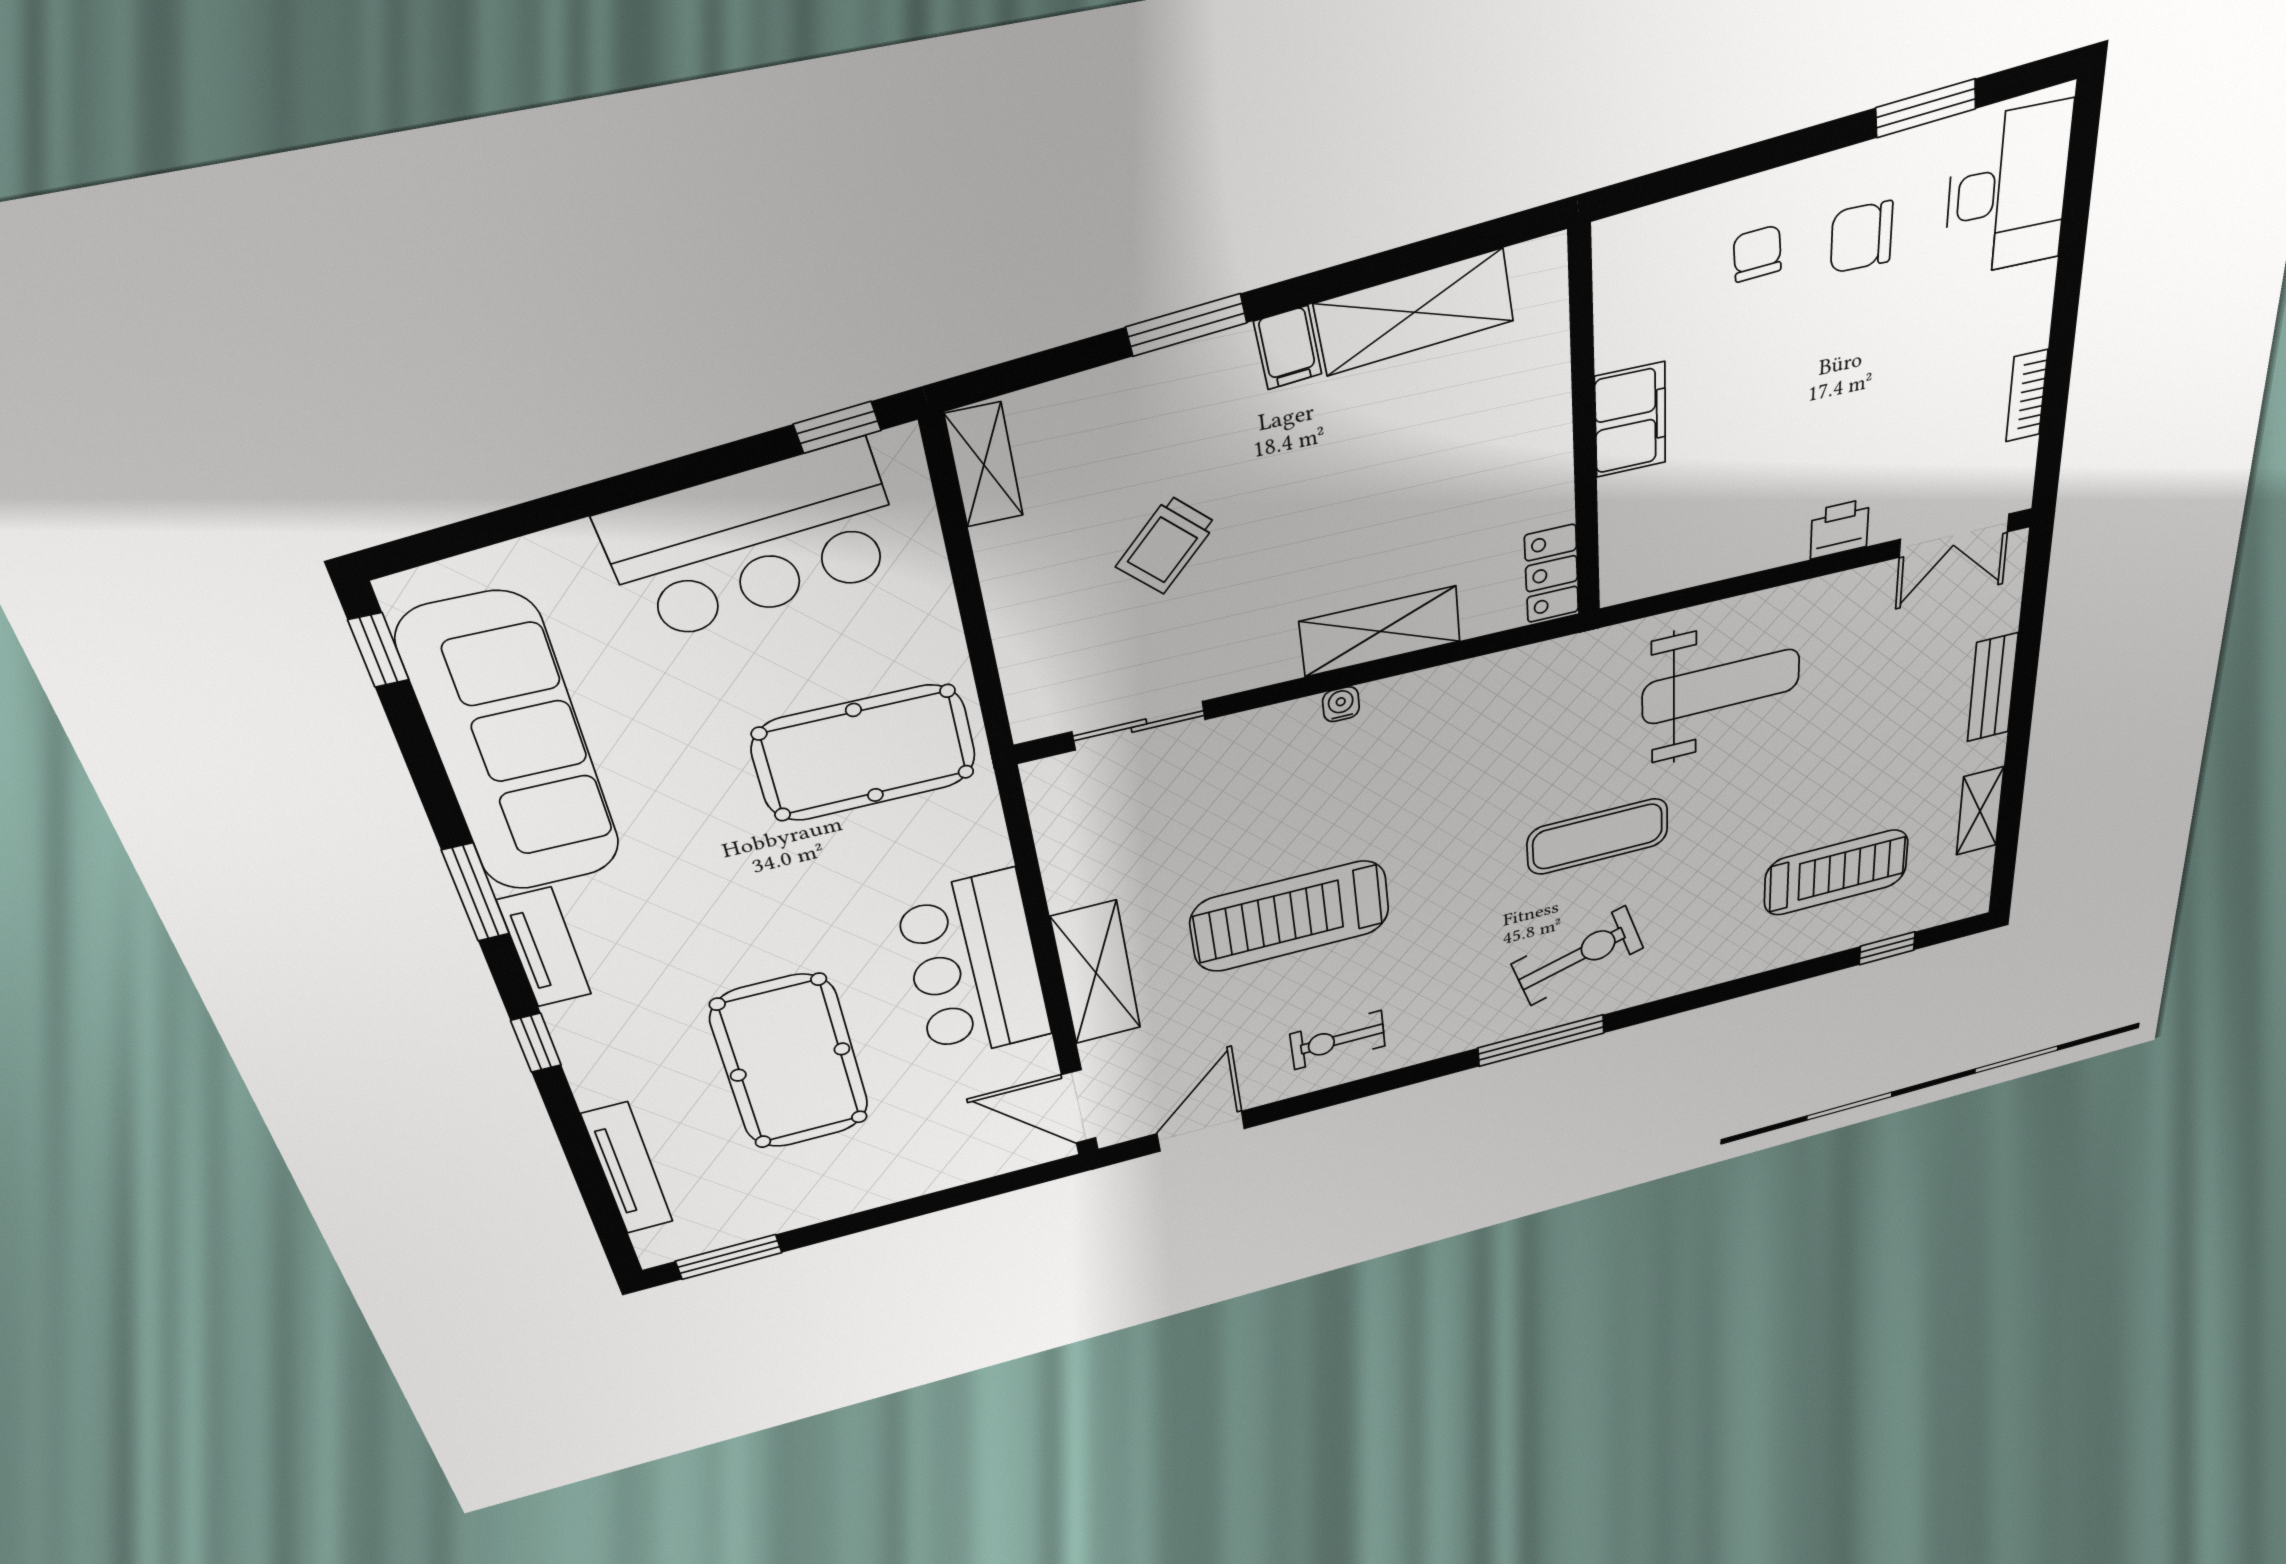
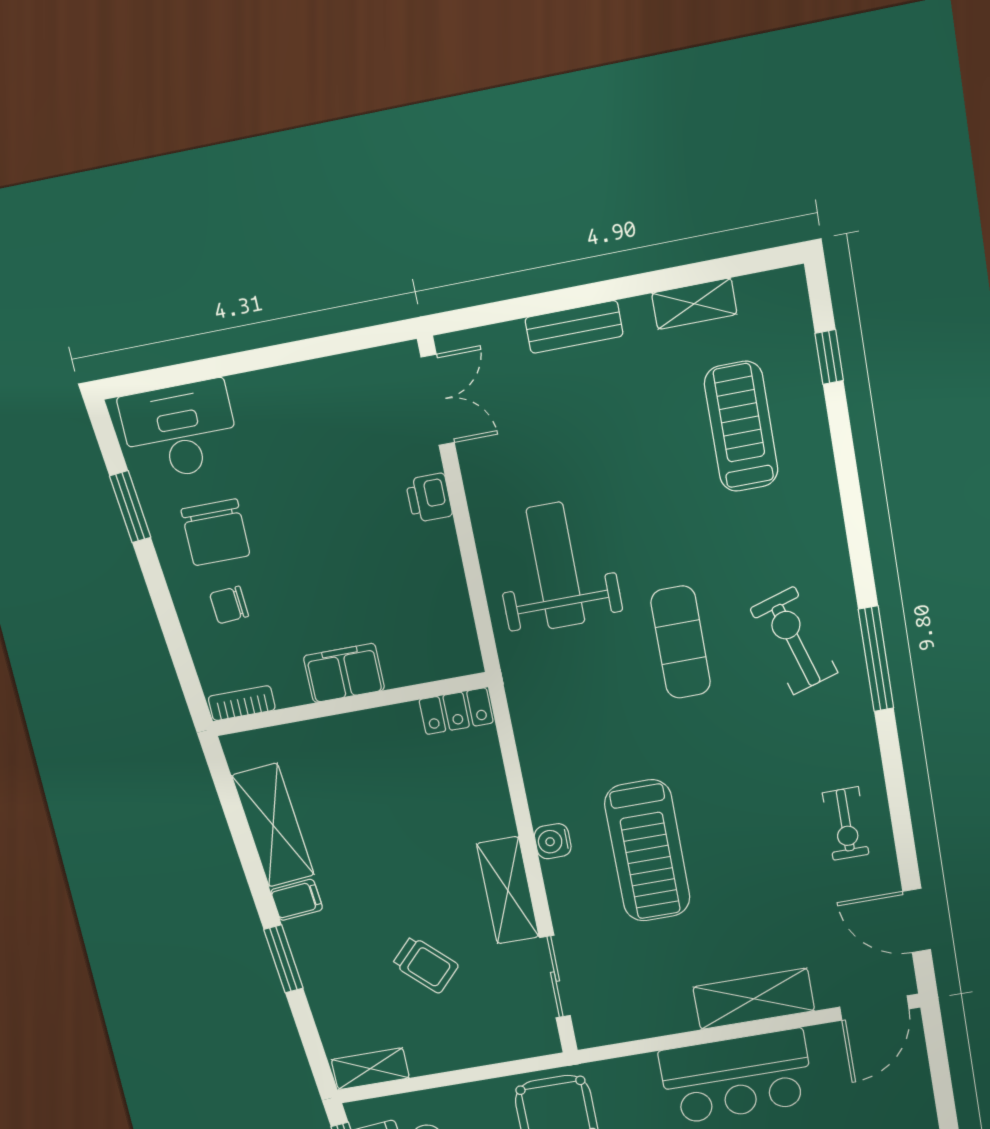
chair: (1862, 237) -> (216, 532), width x1.37, depth x1.37
bookcase: (2027, 396) -> (242, 703), moved, turned 180
shelving: (1380, 631) -> (508, 890), moved
water cooler: (1341, 704) -> (553, 841), width x1.38, depth x1.38
treadmill: (1290, 916) -> (647, 851), moved

